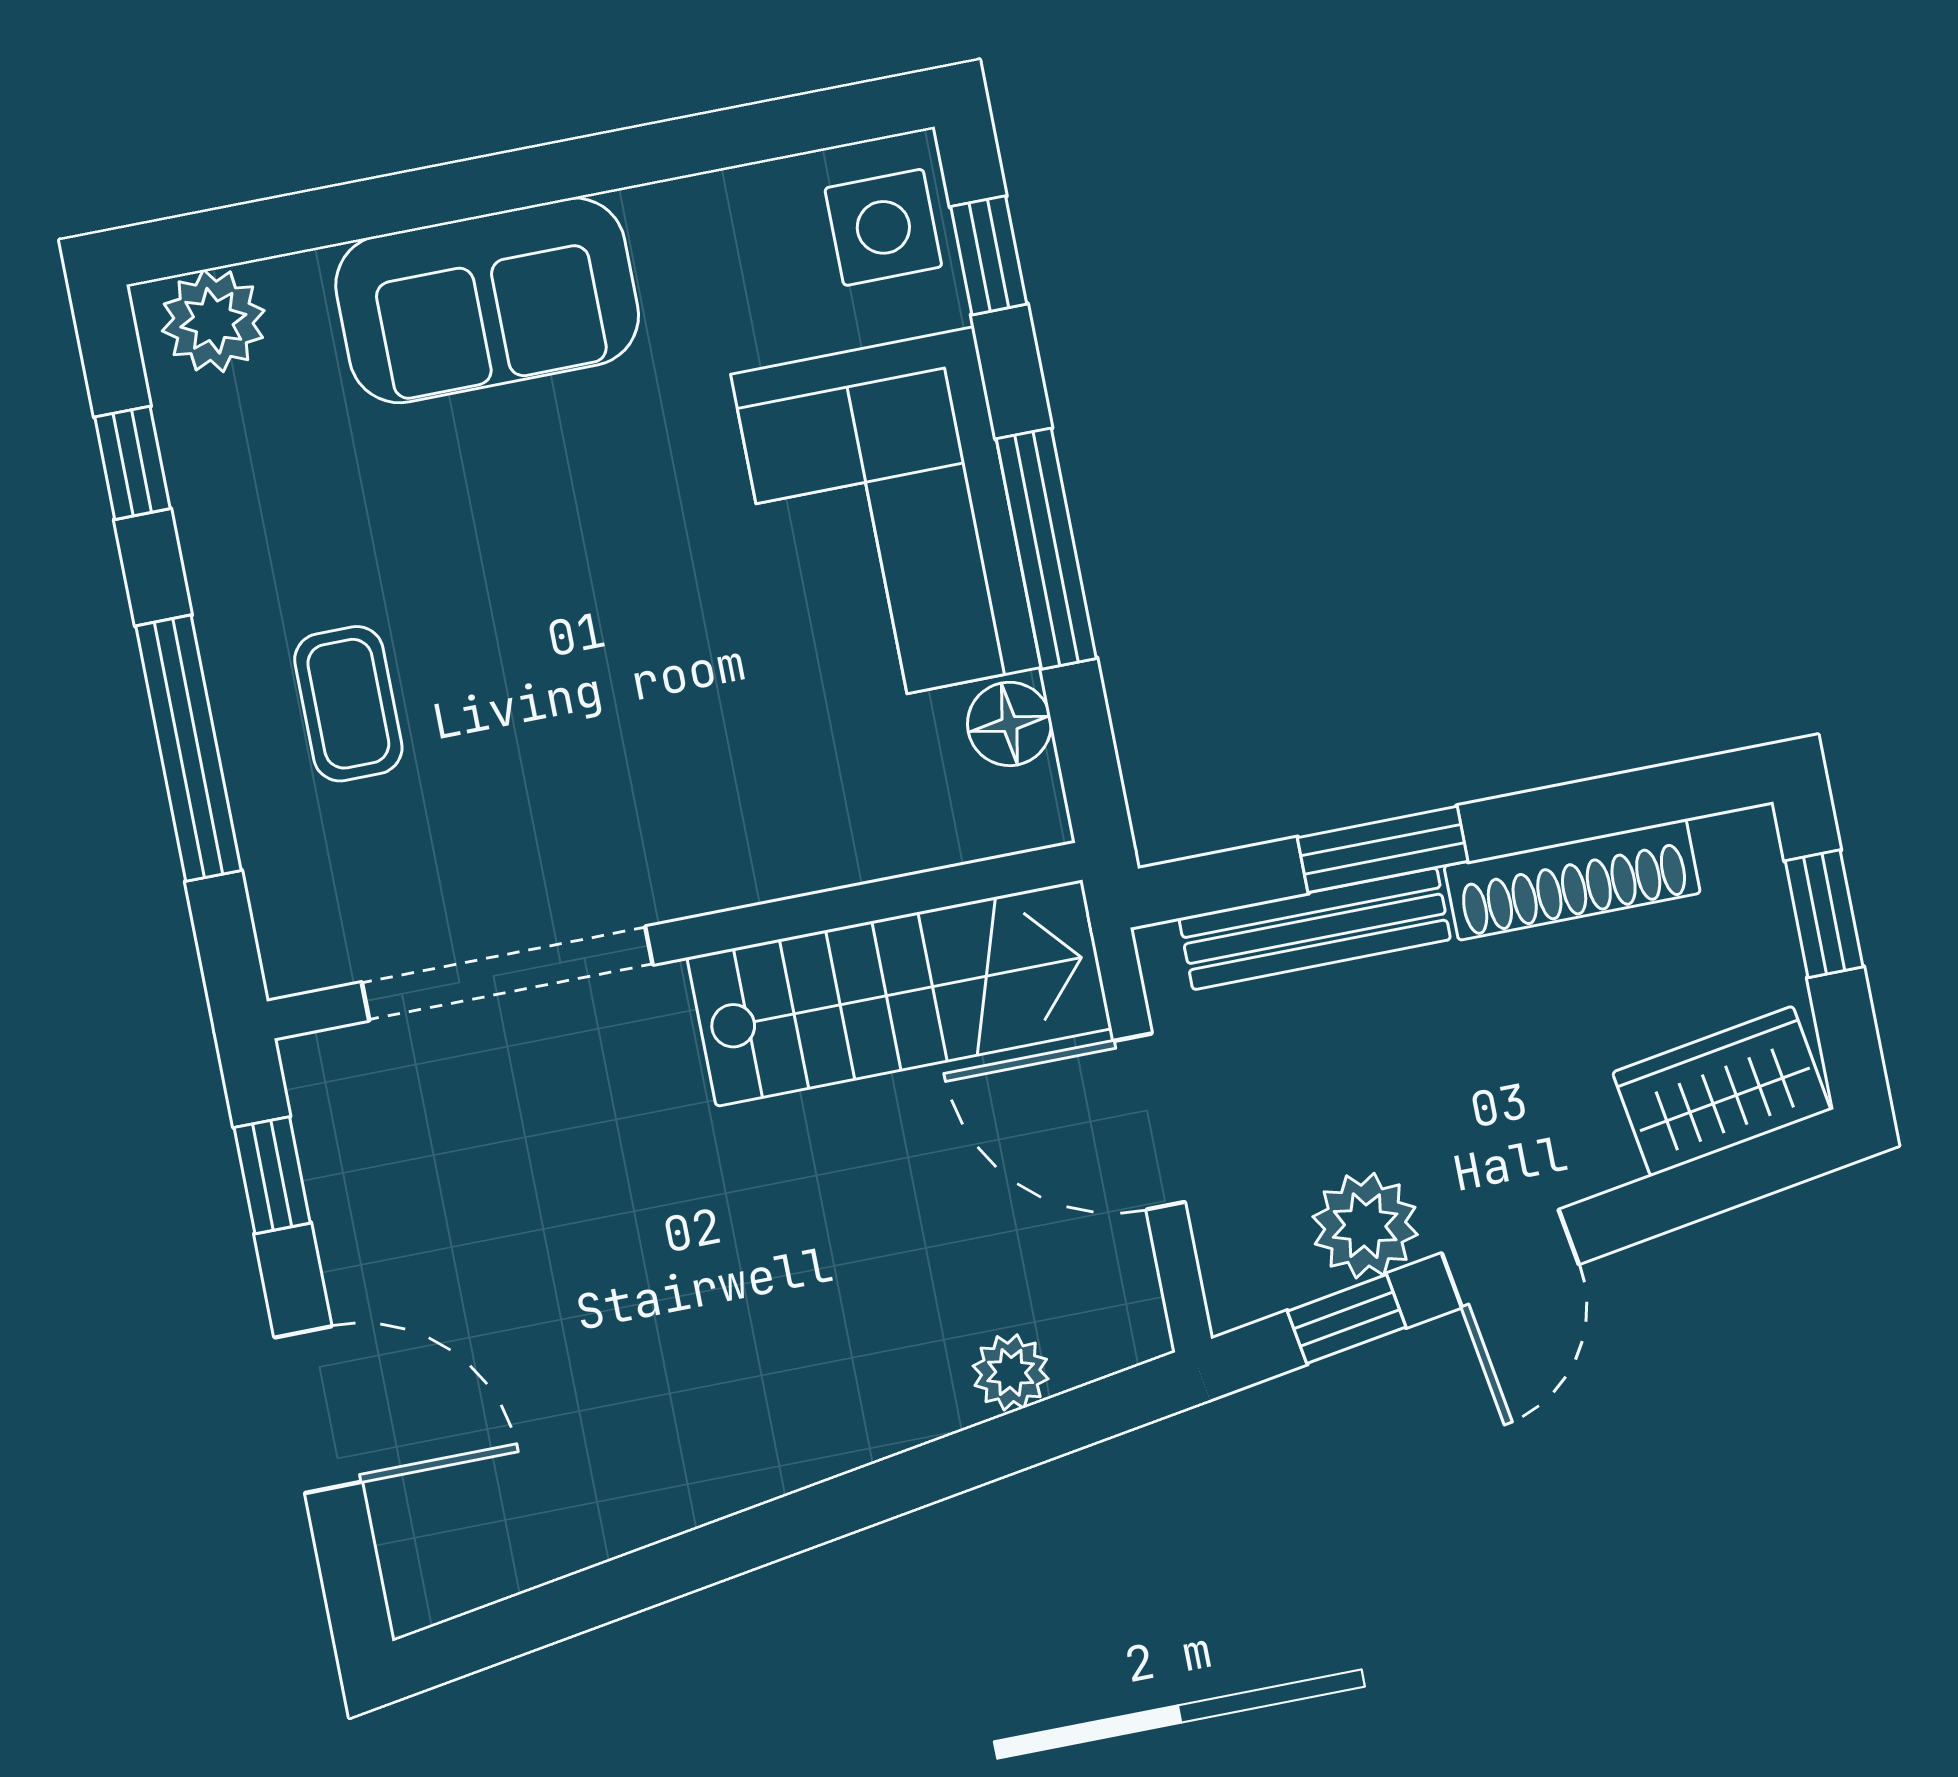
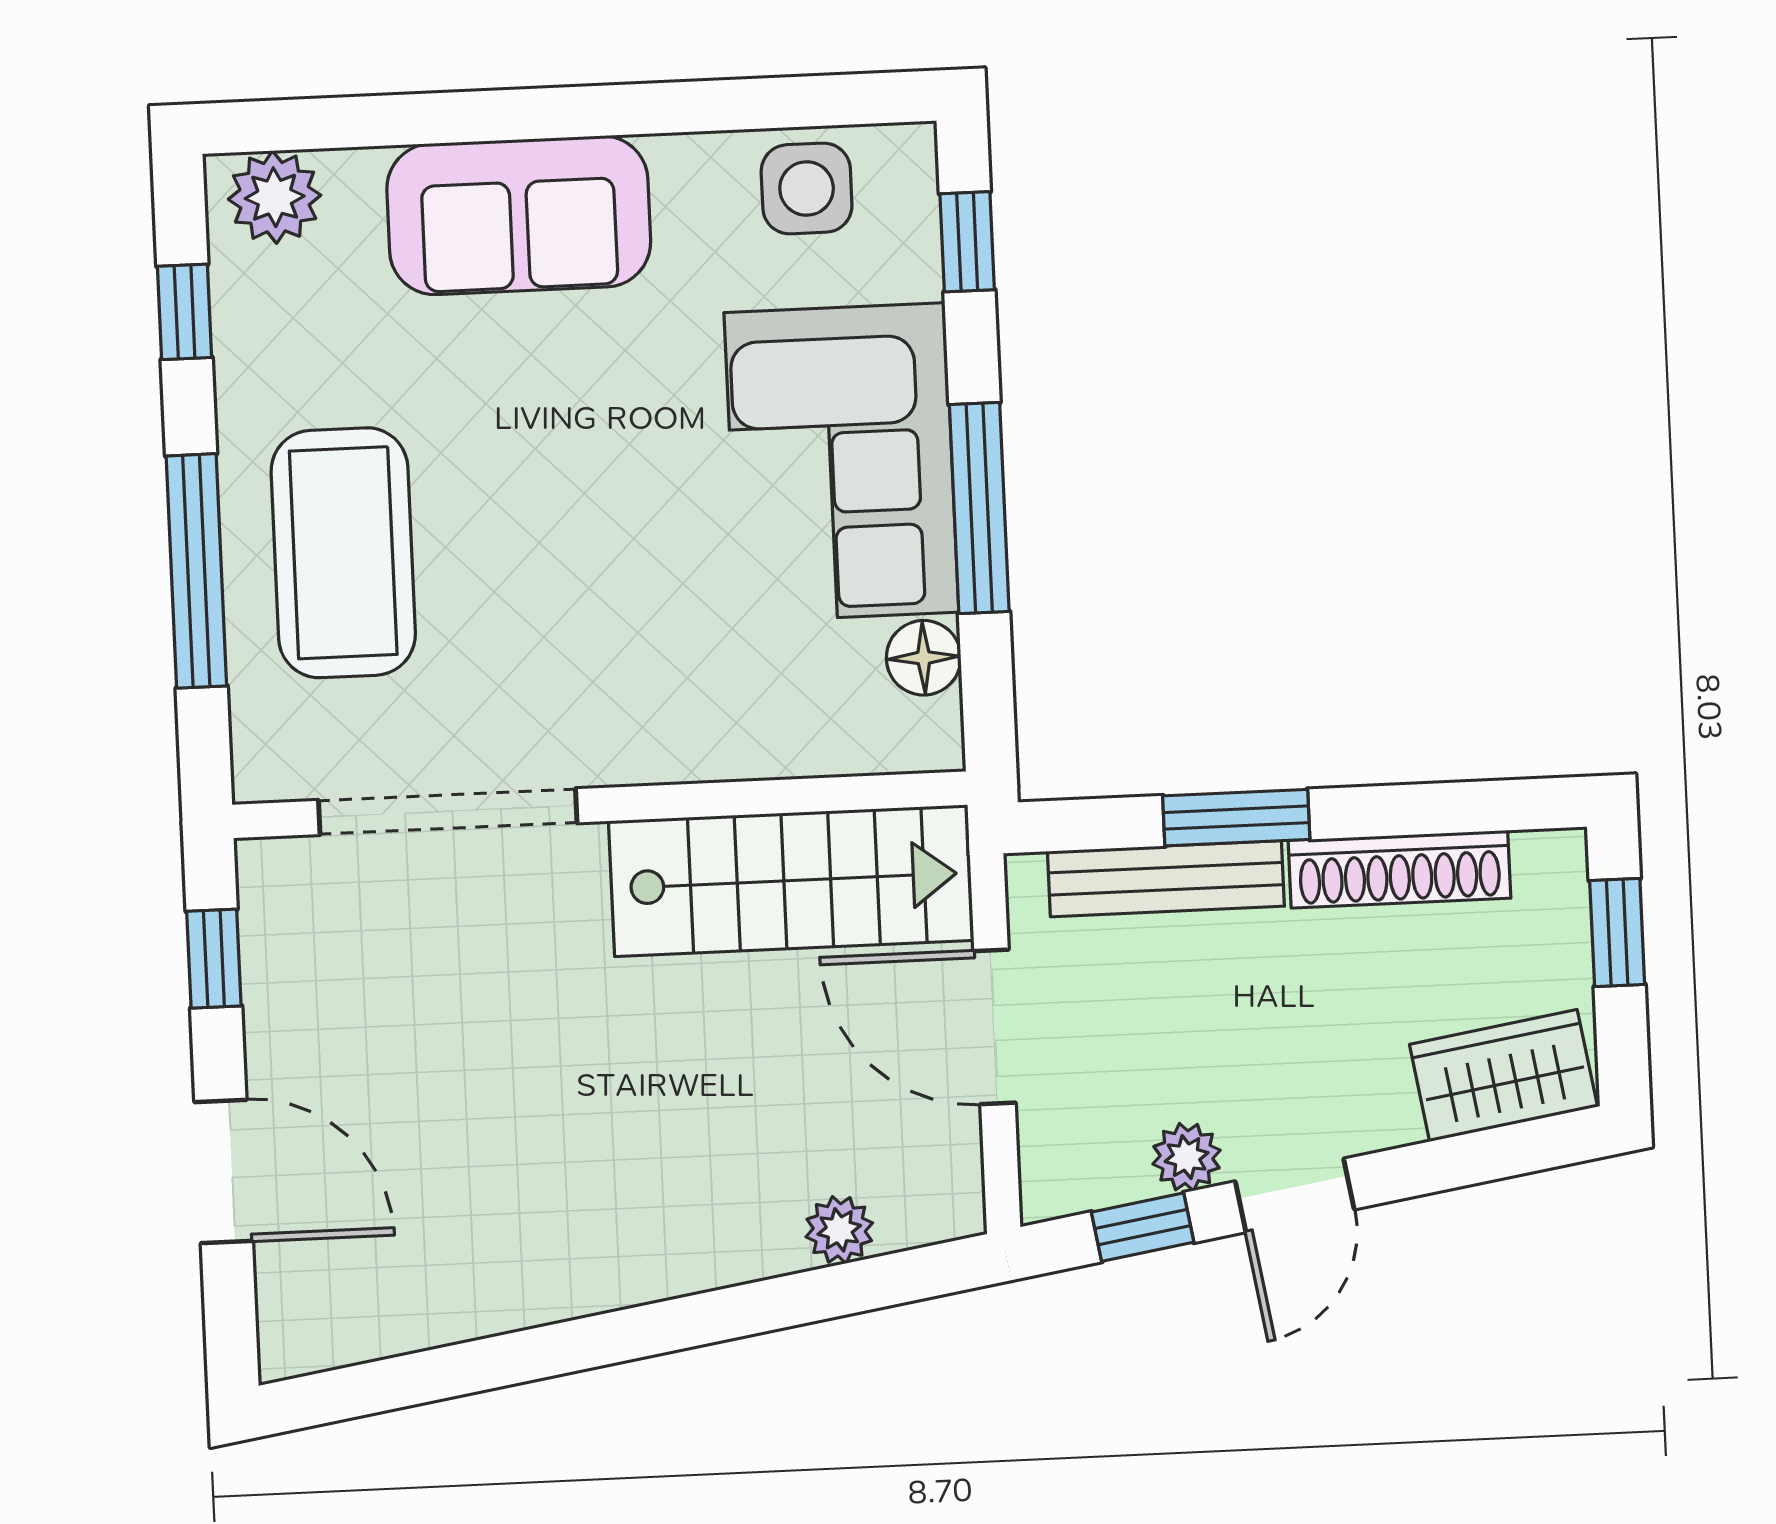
side table: (883, 227) -> (807, 188), moved
coffee table: (348, 704) -> (343, 553), width x1.86, depth x1.72
plant: (1365, 1226) -> (1187, 1157), width x0.73, depth x0.73

